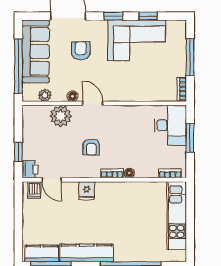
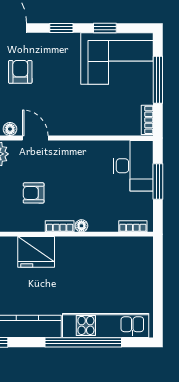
corner sofa: (136, 40) -> (117, 59), moved
armchair: (91, 147) -> (34, 193), turned 90
fridge: (87, 191) -> (36, 252), width x1.88, depth x1.34
kitchen unit: (177, 216) -> (106, 325), moved, turned 90

